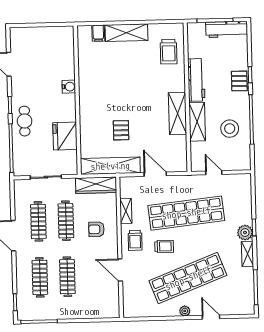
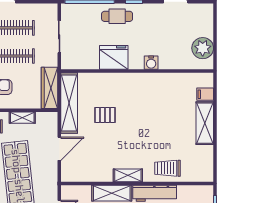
plant: (53, 37) -> (203, 48), added
trolley: (169, 52) -> (168, 168), moved
shelving: (178, 113) -> (128, 175), width x0.67, depth x0.75
fridge: (65, 136) -> (114, 57), moved

